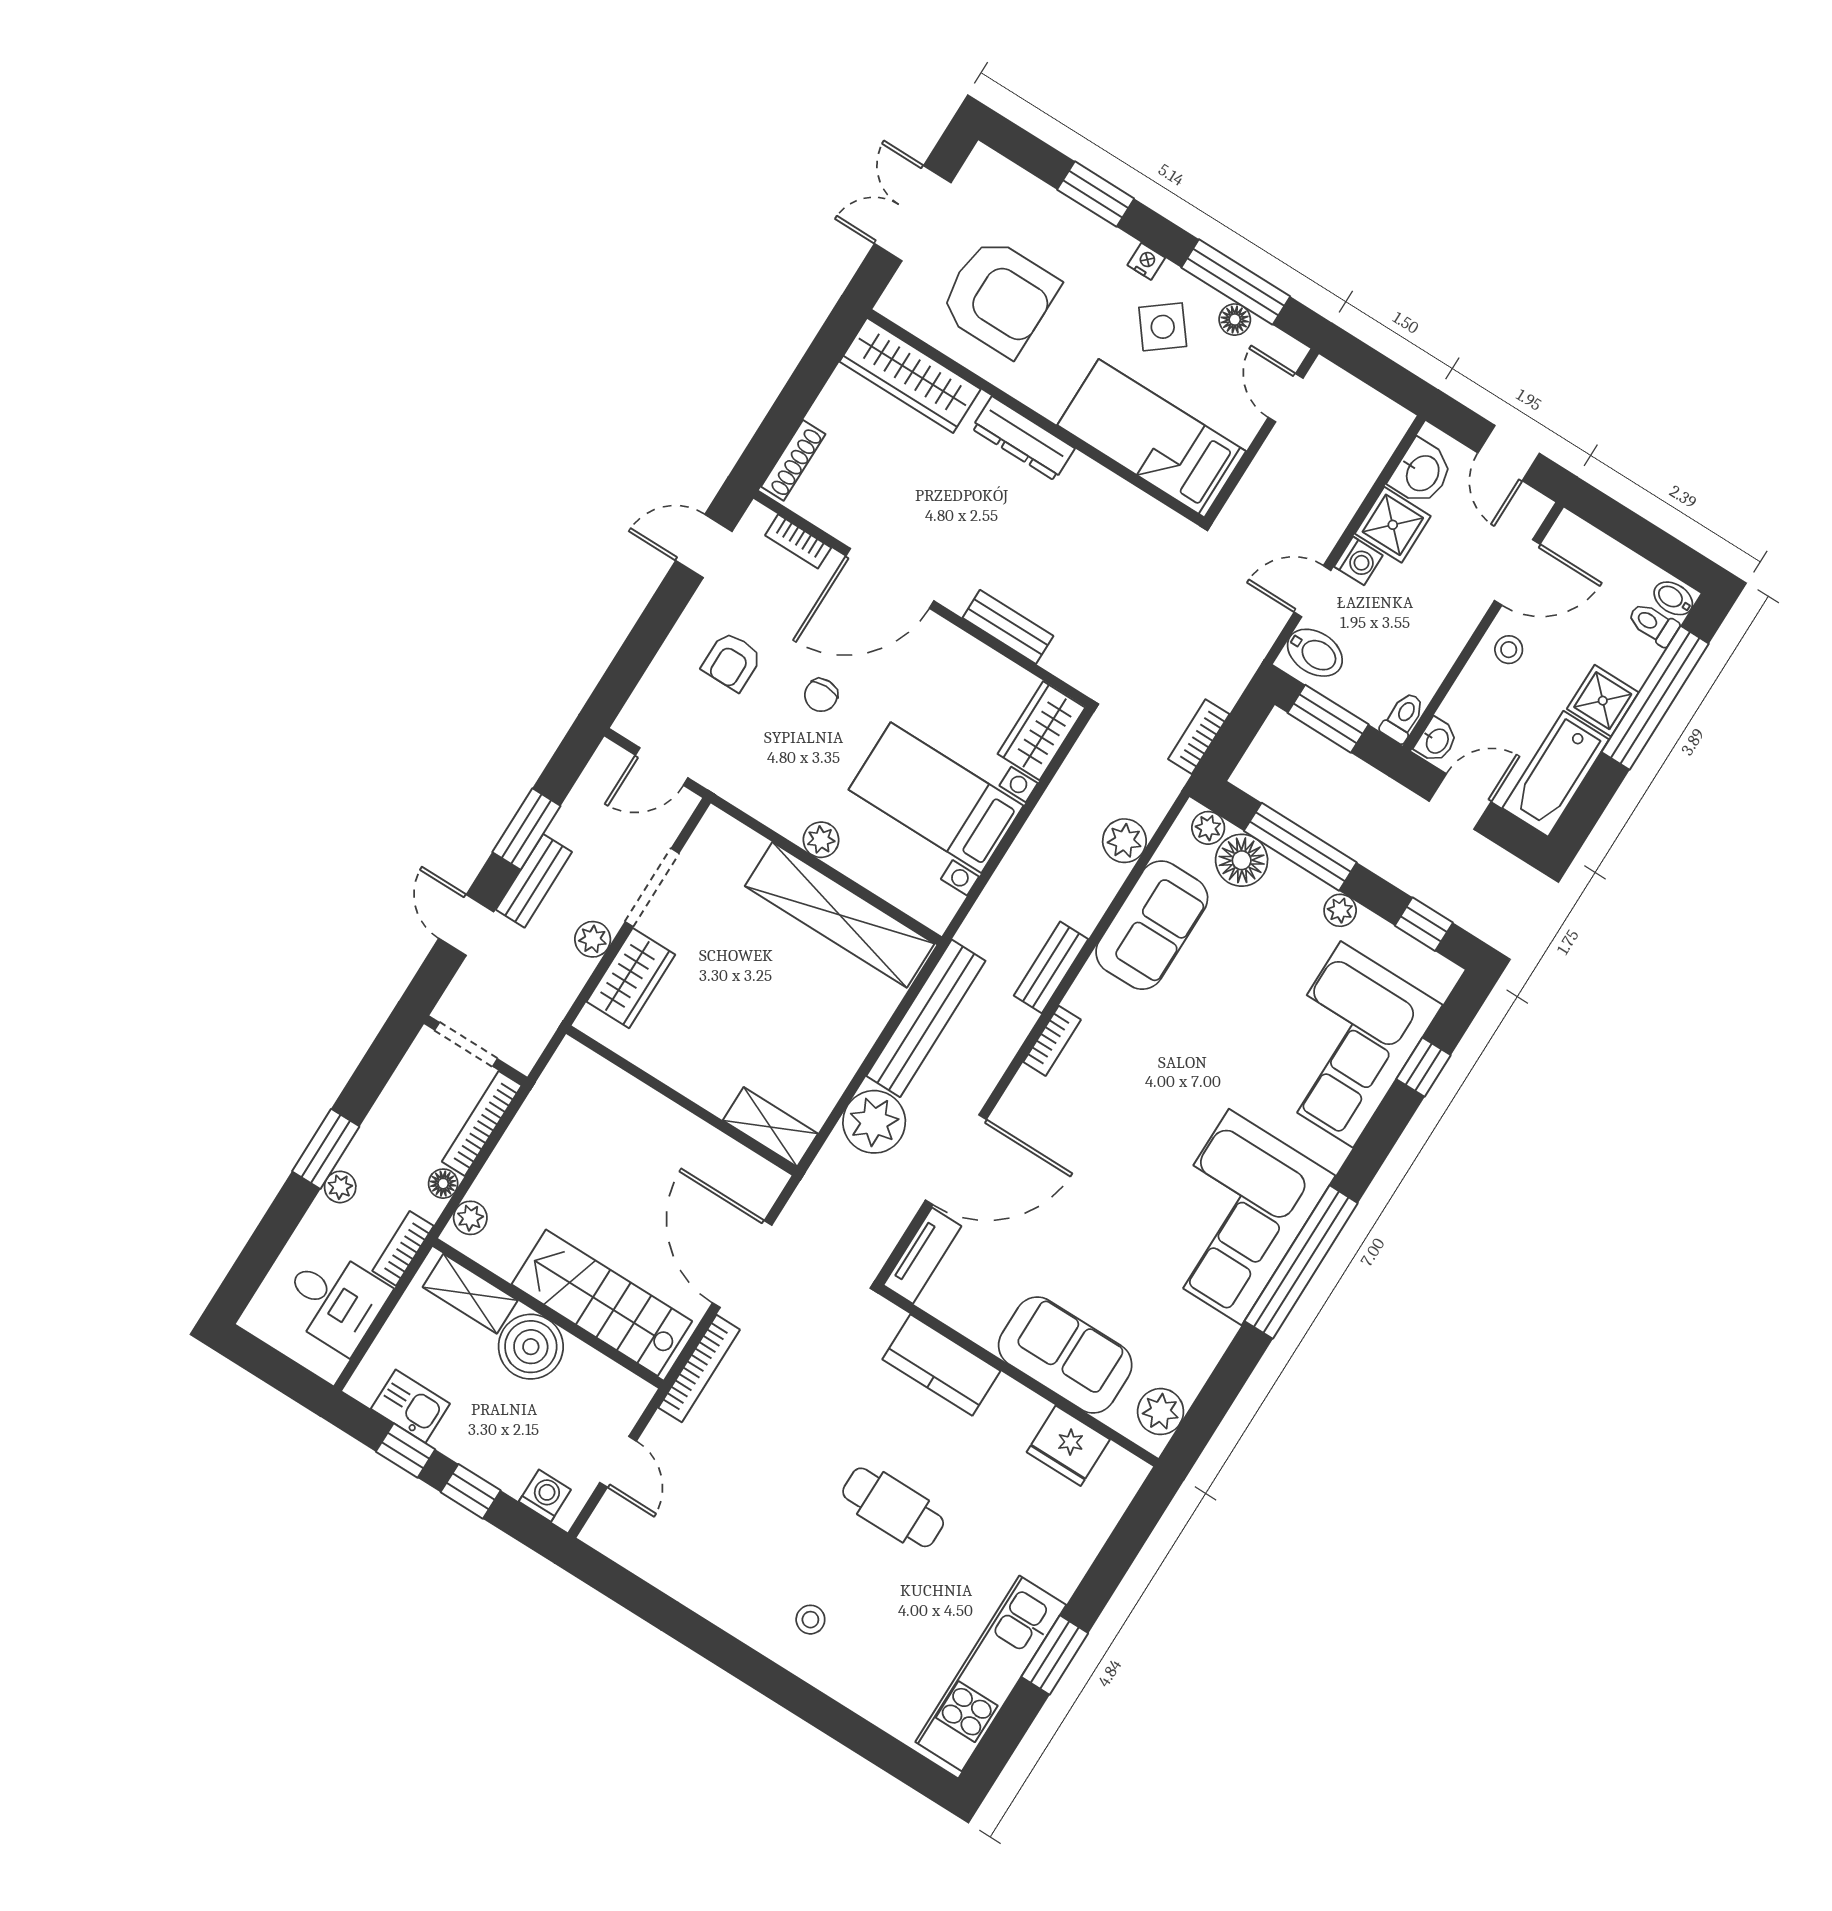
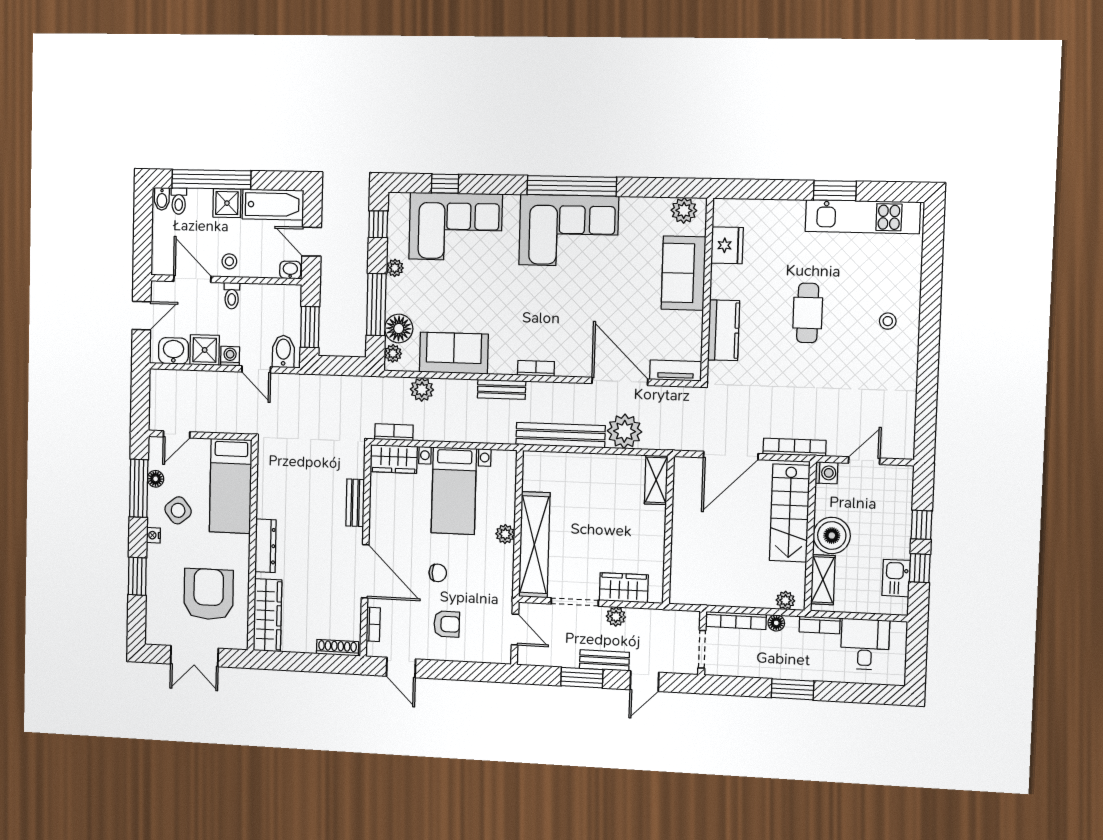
toilet: (1403, 717) -> (232, 296), moved, turned -90
bookcase: (1199, 737) -> (394, 432), moved, turned 180
shelving: (840, 915) -> (534, 545), moved
plant: (340, 1187) -> (807, 672), removed
washing machine: (545, 1496) -> (827, 473), moved, turned 180

